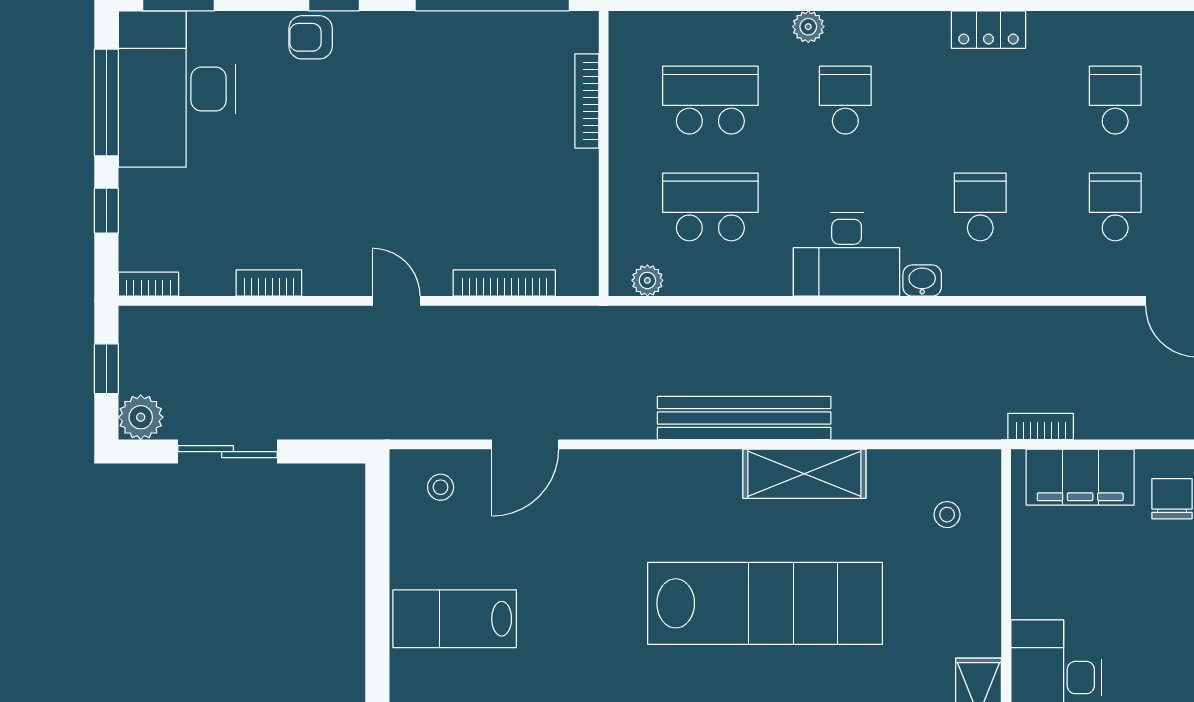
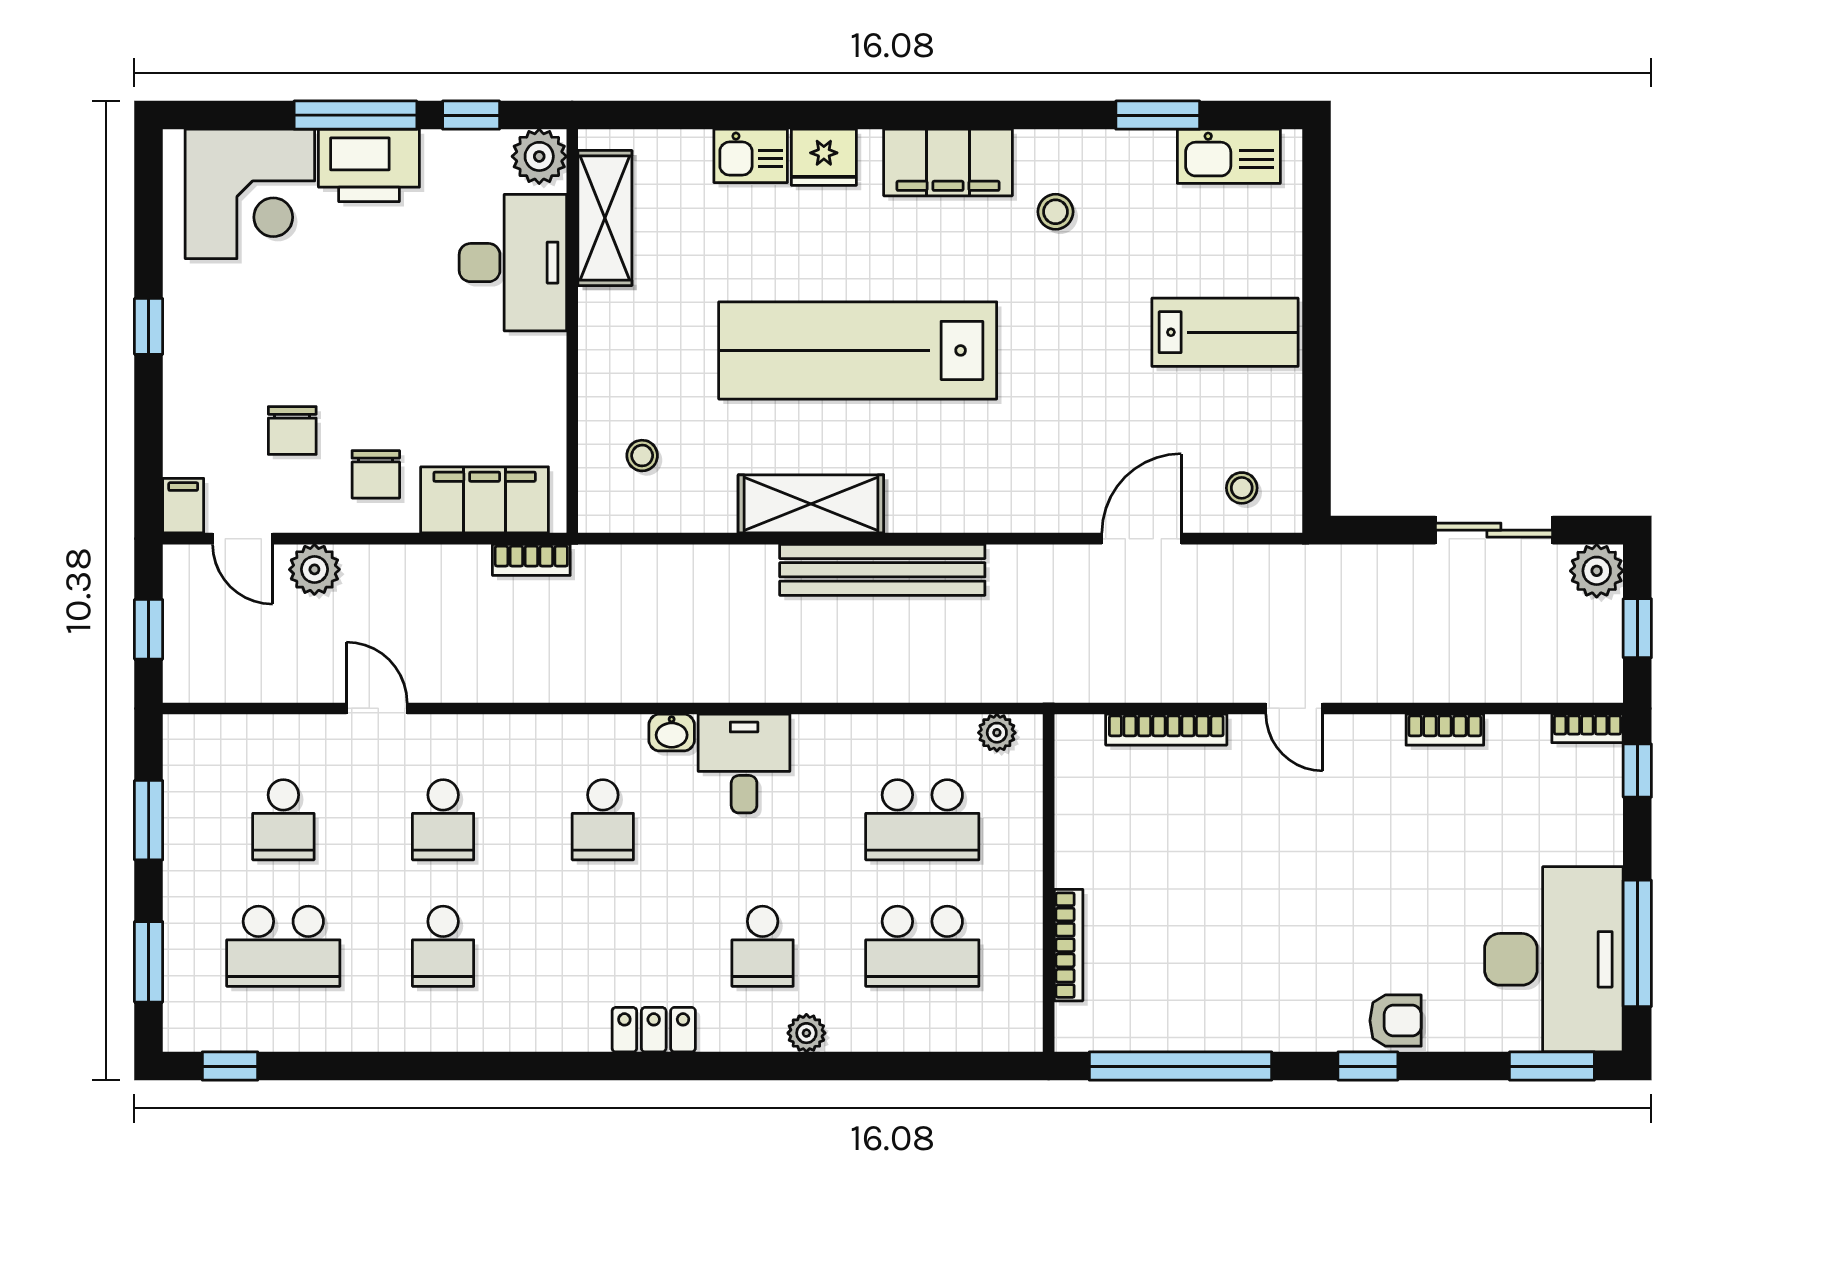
locker: (988, 30) -> (654, 1030), moved
window: (106, 211) -> (1637, 771), moved
desk: (847, 254) -> (744, 764), width x0.73

